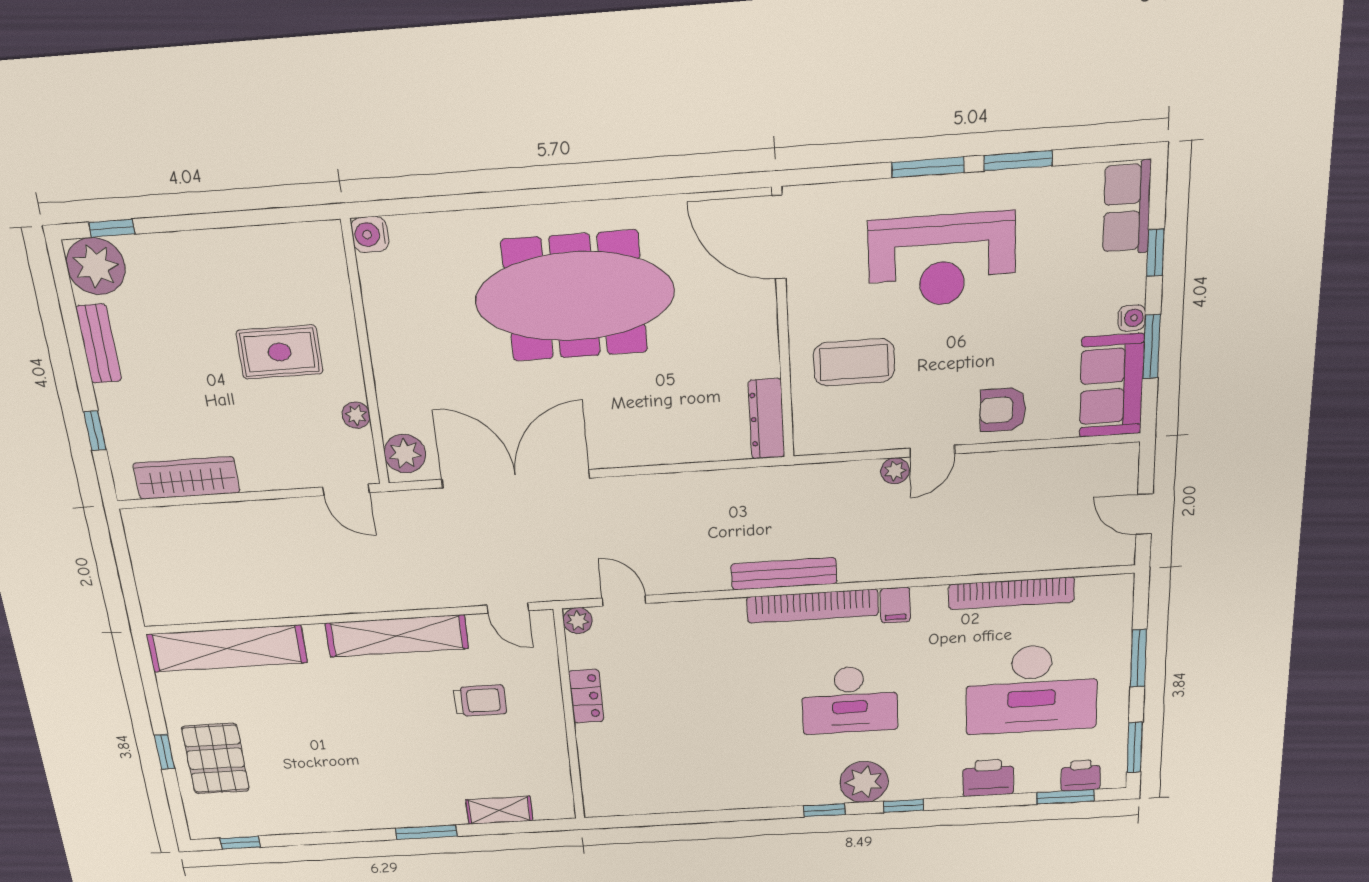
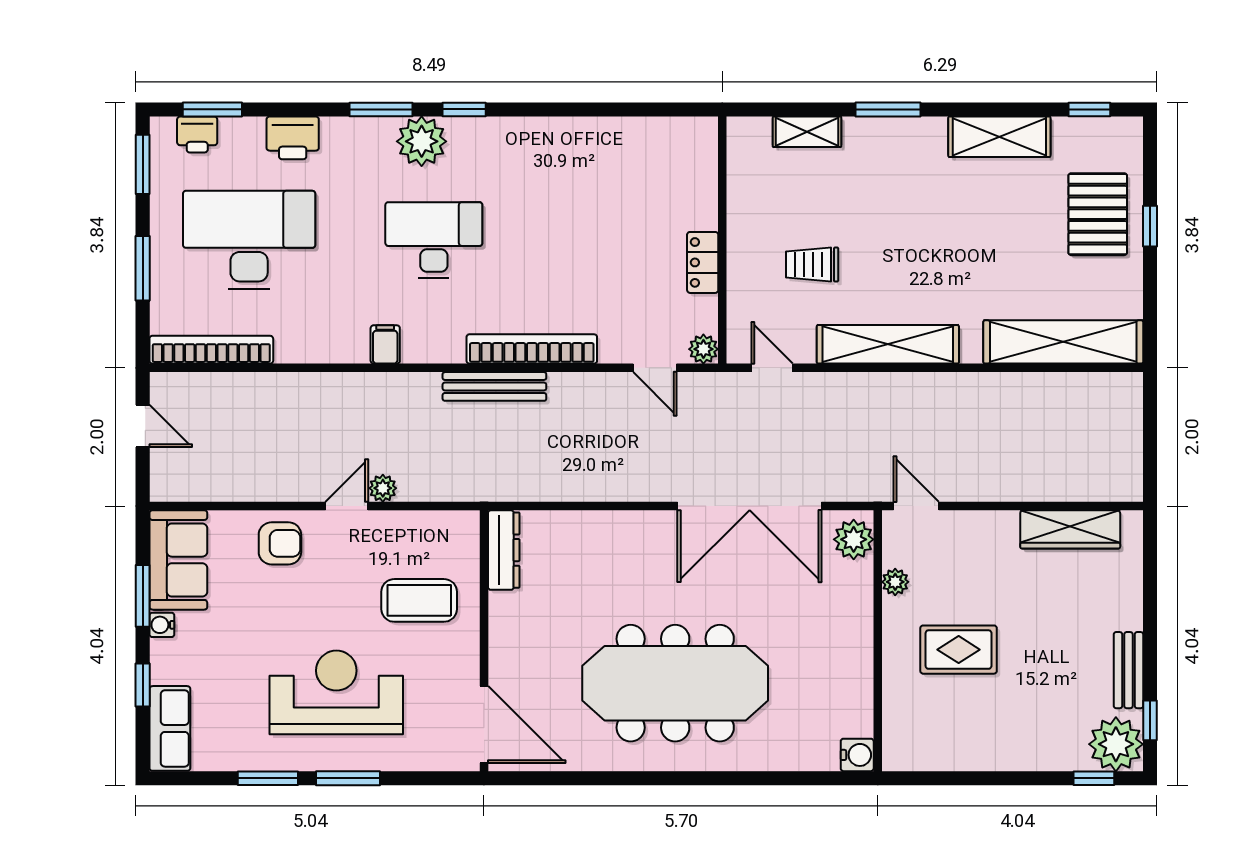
window: (95, 431) -> (1150, 720), moved
bookcase: (1011, 593) -> (211, 350), moved
bookcase: (812, 606) -> (532, 349), moved
window: (904, 806) -> (381, 109), width x1.50
shelving: (319, 816) -> (999, 137), added

